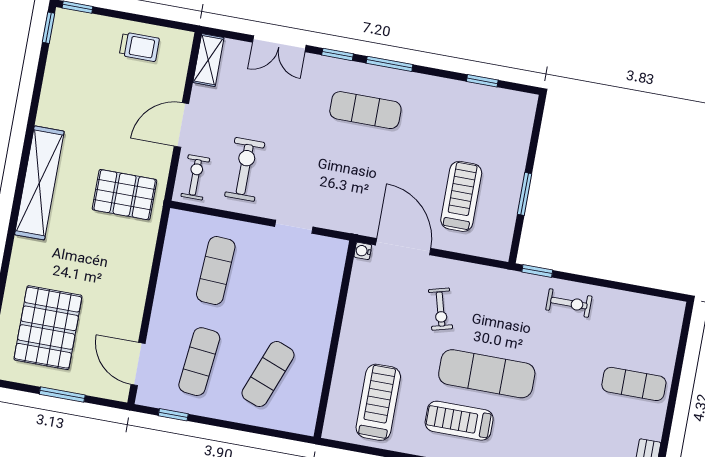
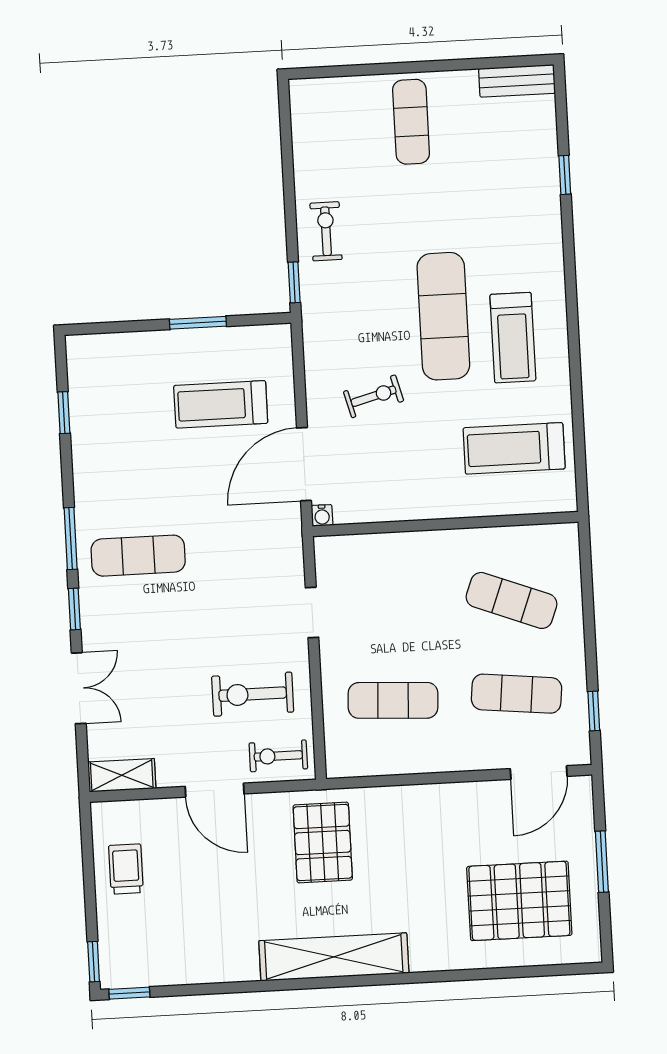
exercise mat: (365, 110) -> (138, 556), turned 90

